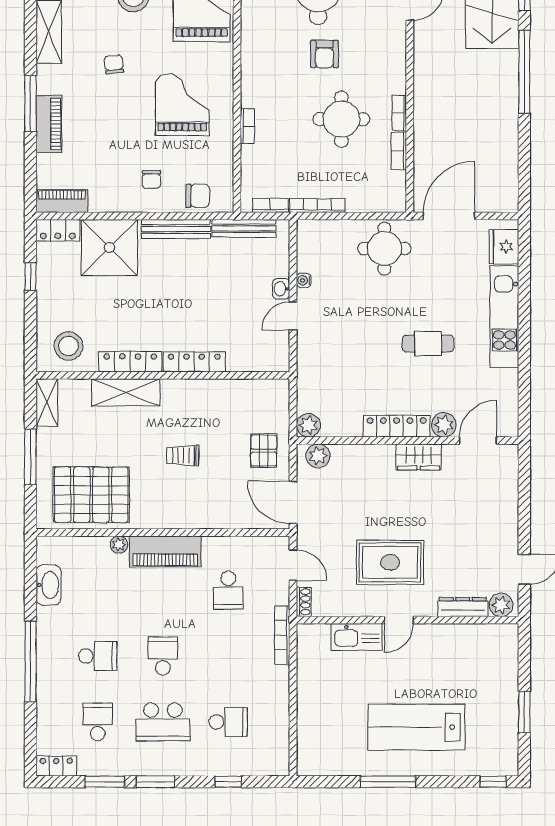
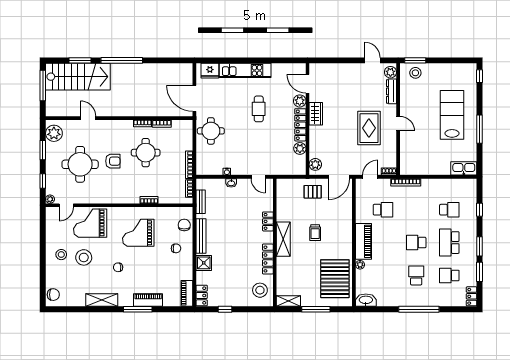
bench: (244, 228) -> (201, 202), width x0.73
shower: (109, 247) -> (204, 263), width x0.54, depth x0.54
door: (293, 316) -> (258, 177), moved
locker: (194, 362) -> (268, 221), width x0.66
shelving: (126, 392) -> (283, 239), moved
plant: (308, 425) -> (300, 148), moved
washbasin: (48, 585) -> (366, 300), moved
kitchen sink: (356, 637) -> (464, 168), moved, turned -90
stool: (500, 654) -> (415, 73), added
window: (524, 712) -> (415, 60), moved
school desk: (163, 722) -> (449, 243), turned 180
school desk: (228, 722) -> (449, 210), turned 90
lab bench: (416, 727) -> (452, 115), turned 180

